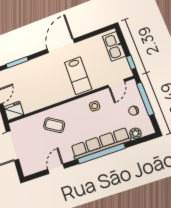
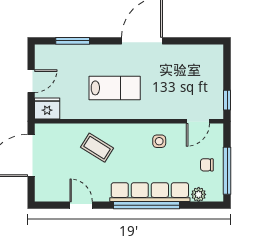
kitchen sink: (114, 46) -> (213, 69), removed
lab bench: (78, 76) -> (115, 88), moved, turned -90
window: (145, 99) -> (227, 171), moved
door: (56, 169) -> (81, 205), hinge flipped

